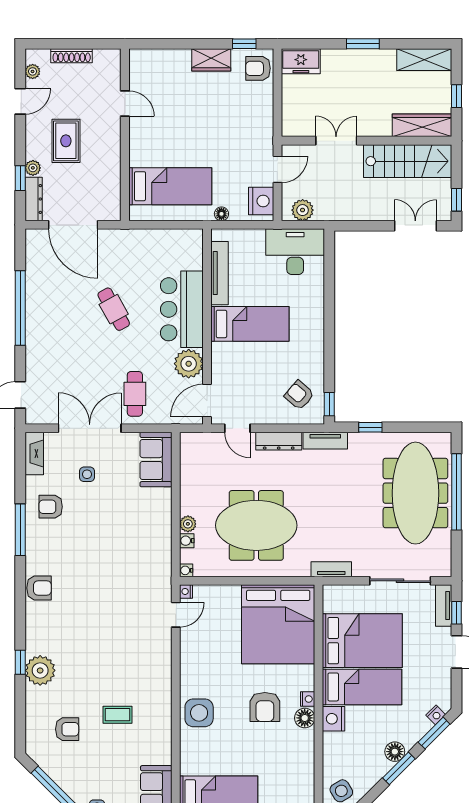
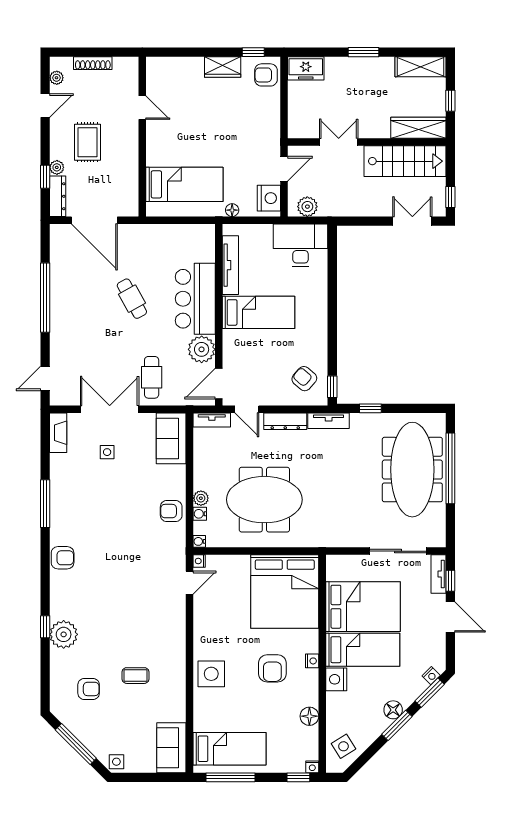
armchair: (51, 507) -> (171, 511), moved
tv unit: (331, 569) -> (212, 420), moved, turned 180
floor lamp: (305, 718) -> (309, 716), moved

